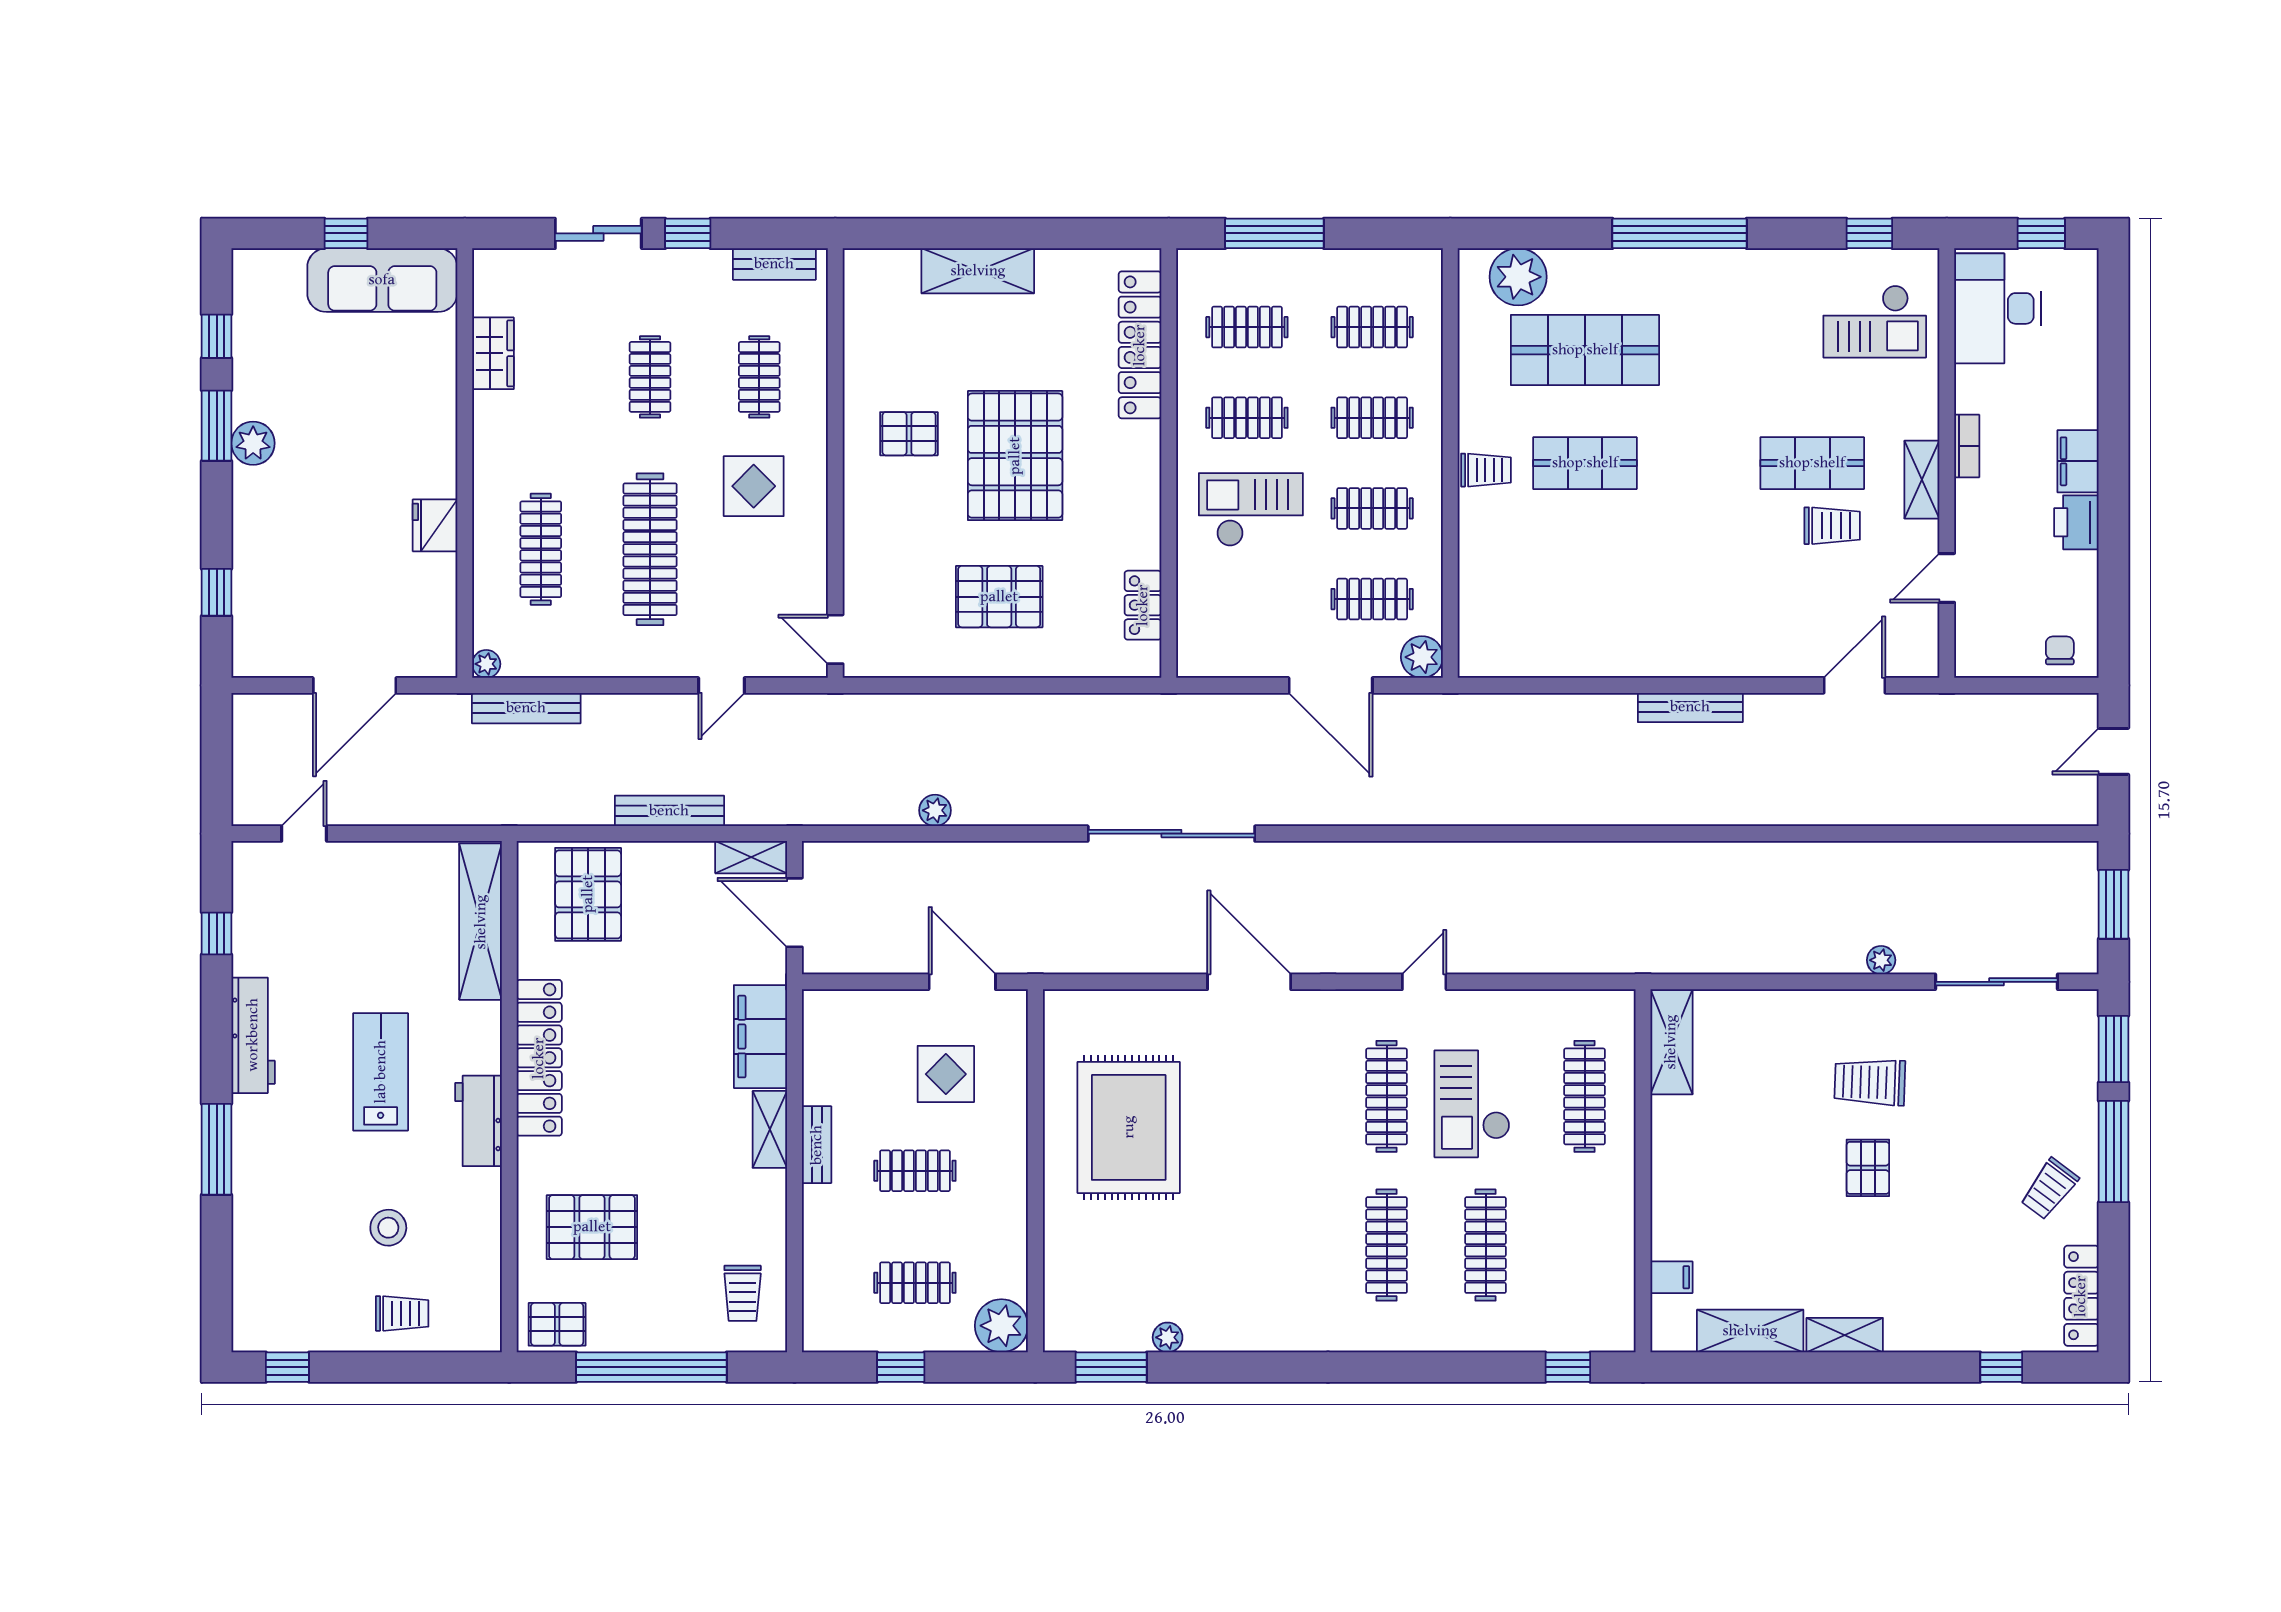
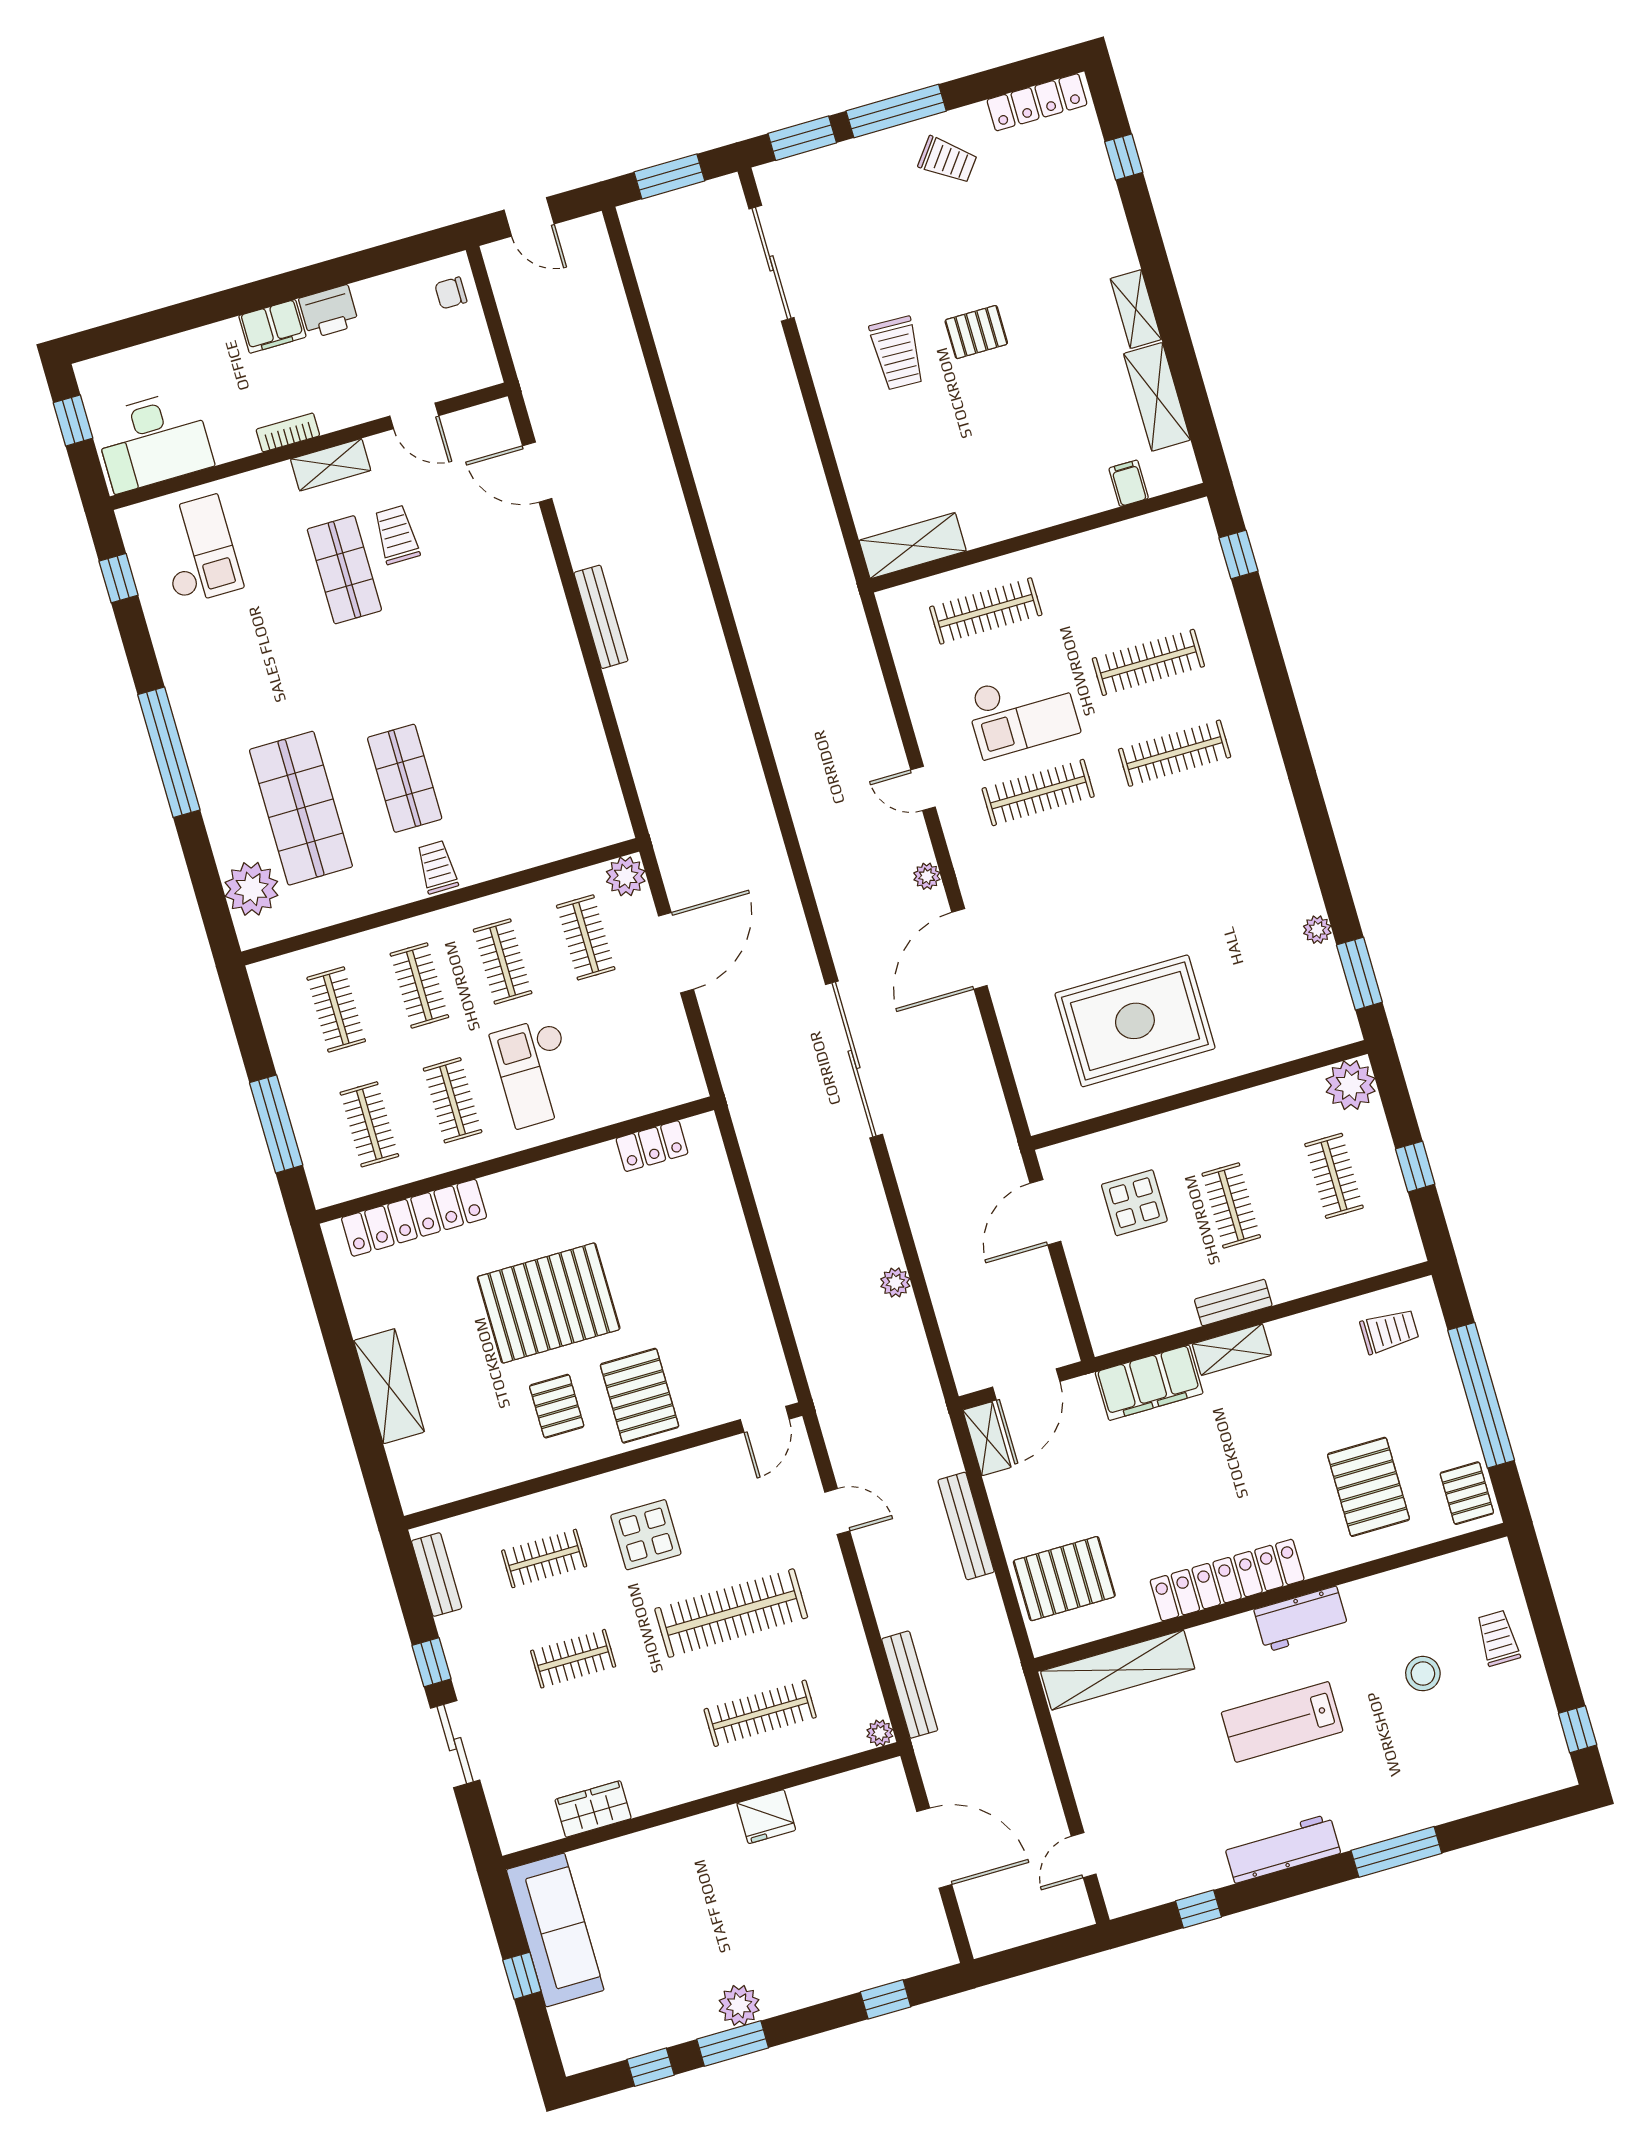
pallet: (999, 597) -> (640, 1396), moved
door: (304, 834) -> (1084, 1855), hinge flipped
plant: (1881, 960) -> (927, 876), moved

